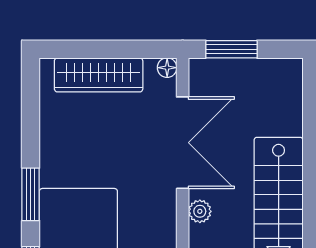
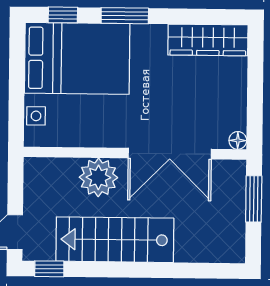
wardrobe: (99, 75) -> (208, 40), moved, turned -90
plant: (200, 211) -> (98, 177), width x1.88, depth x1.88

